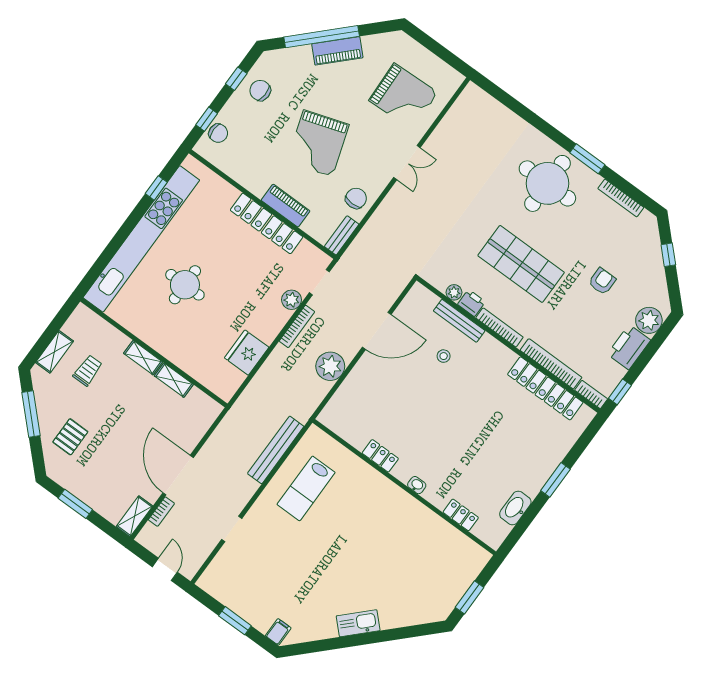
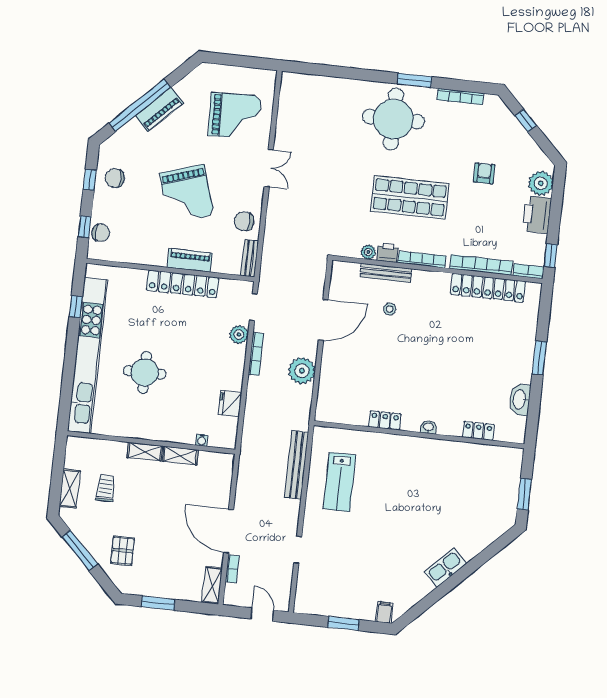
chair: (356, 198) -> (244, 221), turned -86
fridge: (247, 353) -> (230, 404), width x0.73, depth x0.75
water cooler: (201, 377) -> (202, 440), added

